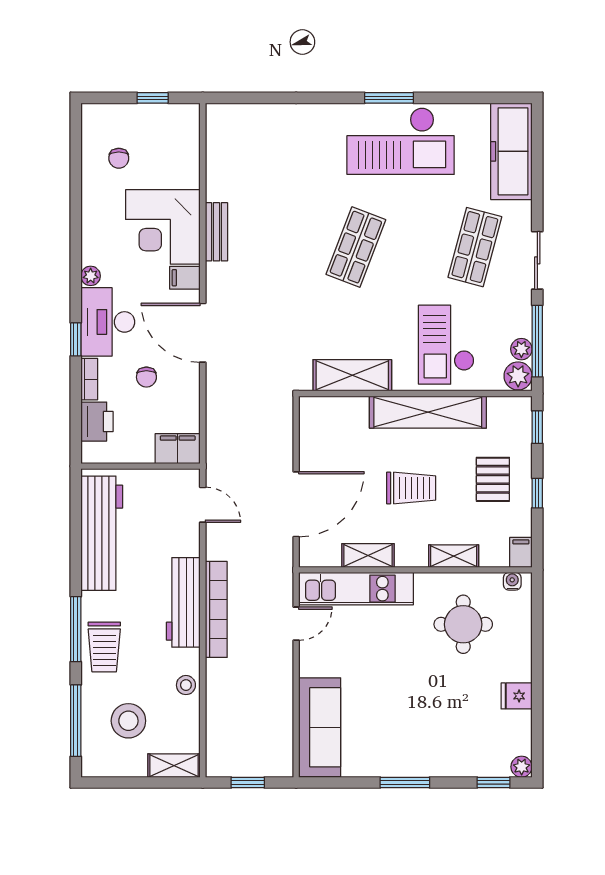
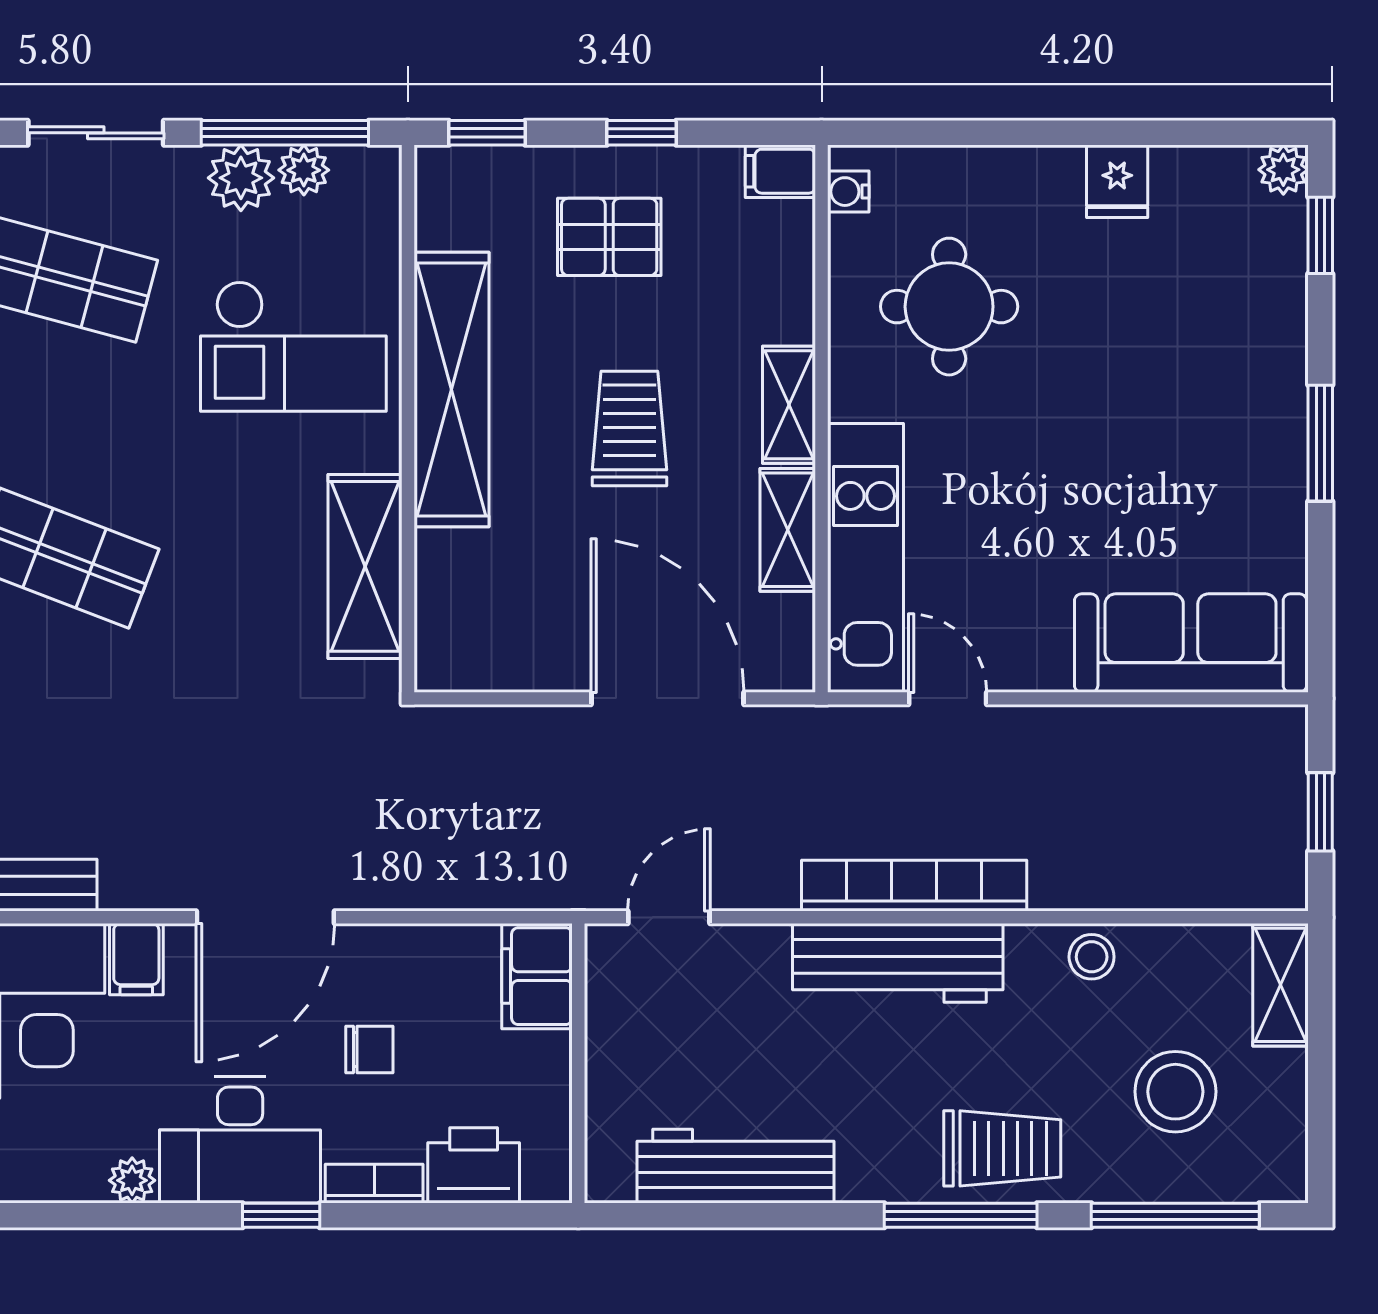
plant: (518, 376) -> (241, 178), moved
workbench: (102, 533) -> (736, 1166), width x0.73, depth x0.76
shelving: (454, 556) -> (789, 405), moved

